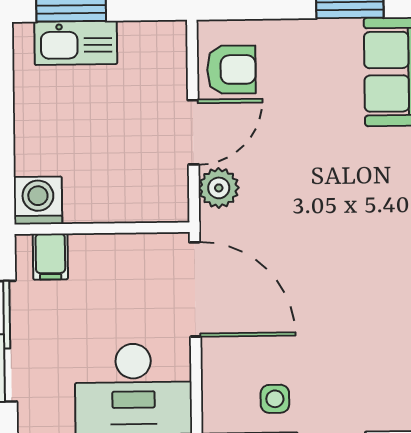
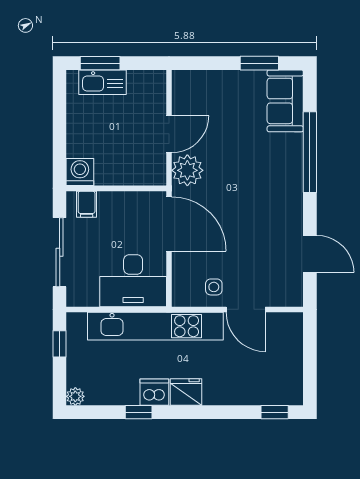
armchair: (231, 70) -> (191, 99), removed
plant: (219, 188) -> (187, 170), width x1.36, depth x1.36

